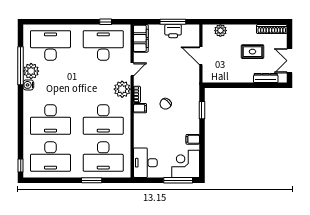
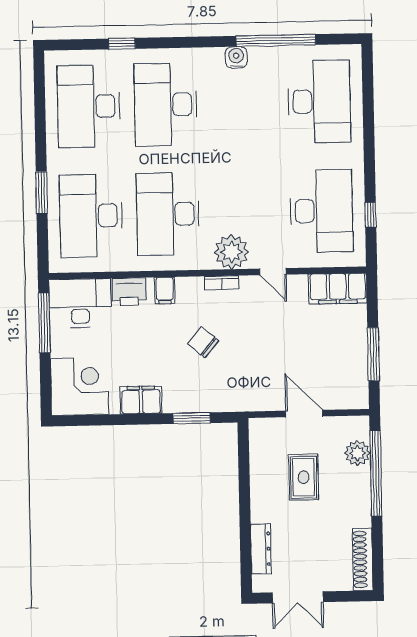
window: (230, 22) -> (376, 473), added
printer: (173, 31) -> (129, 292), moved, turned -90
rug: (252, 52) -> (304, 477), moved
door: (201, 56) -> (304, 414), hinge flipped
double door: (289, 61) -> (298, 597), swing flipped
plant: (31, 71) -> (265, 62), removed
filing cabinet: (140, 108) -> (165, 290), moved
filing cabinet: (193, 139) -> (141, 400), width x2.00
window: (21, 165) -> (122, 44), moved
window: (178, 180) -> (44, 323), moved

